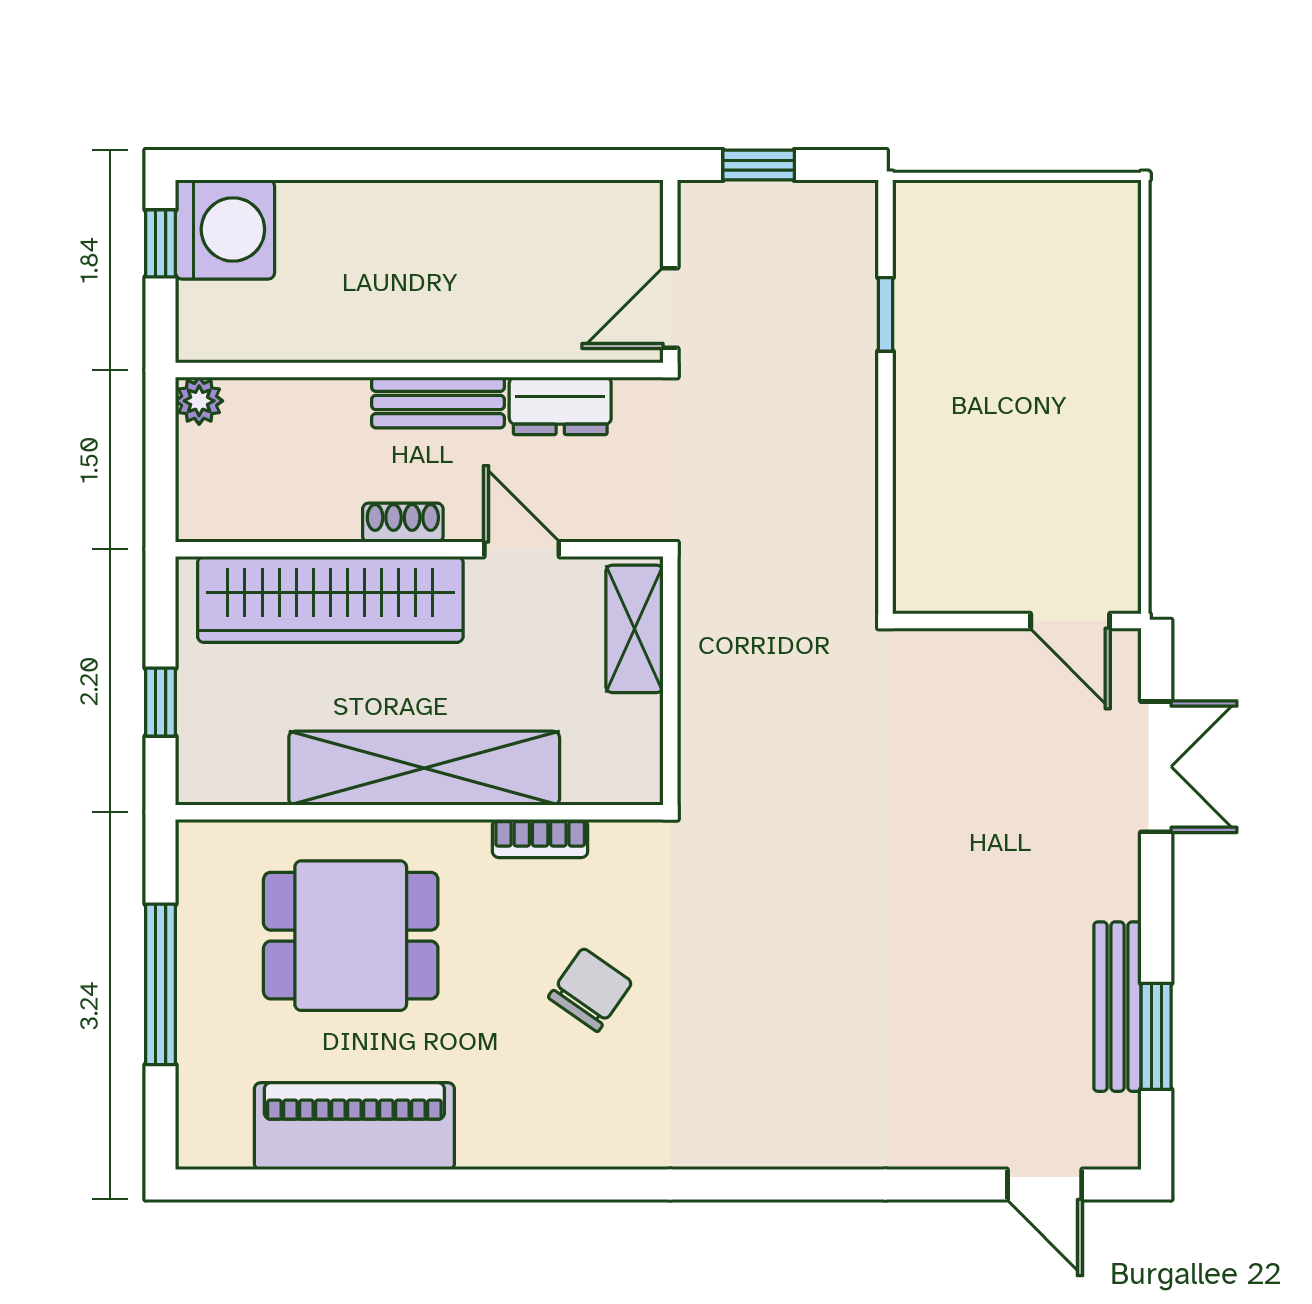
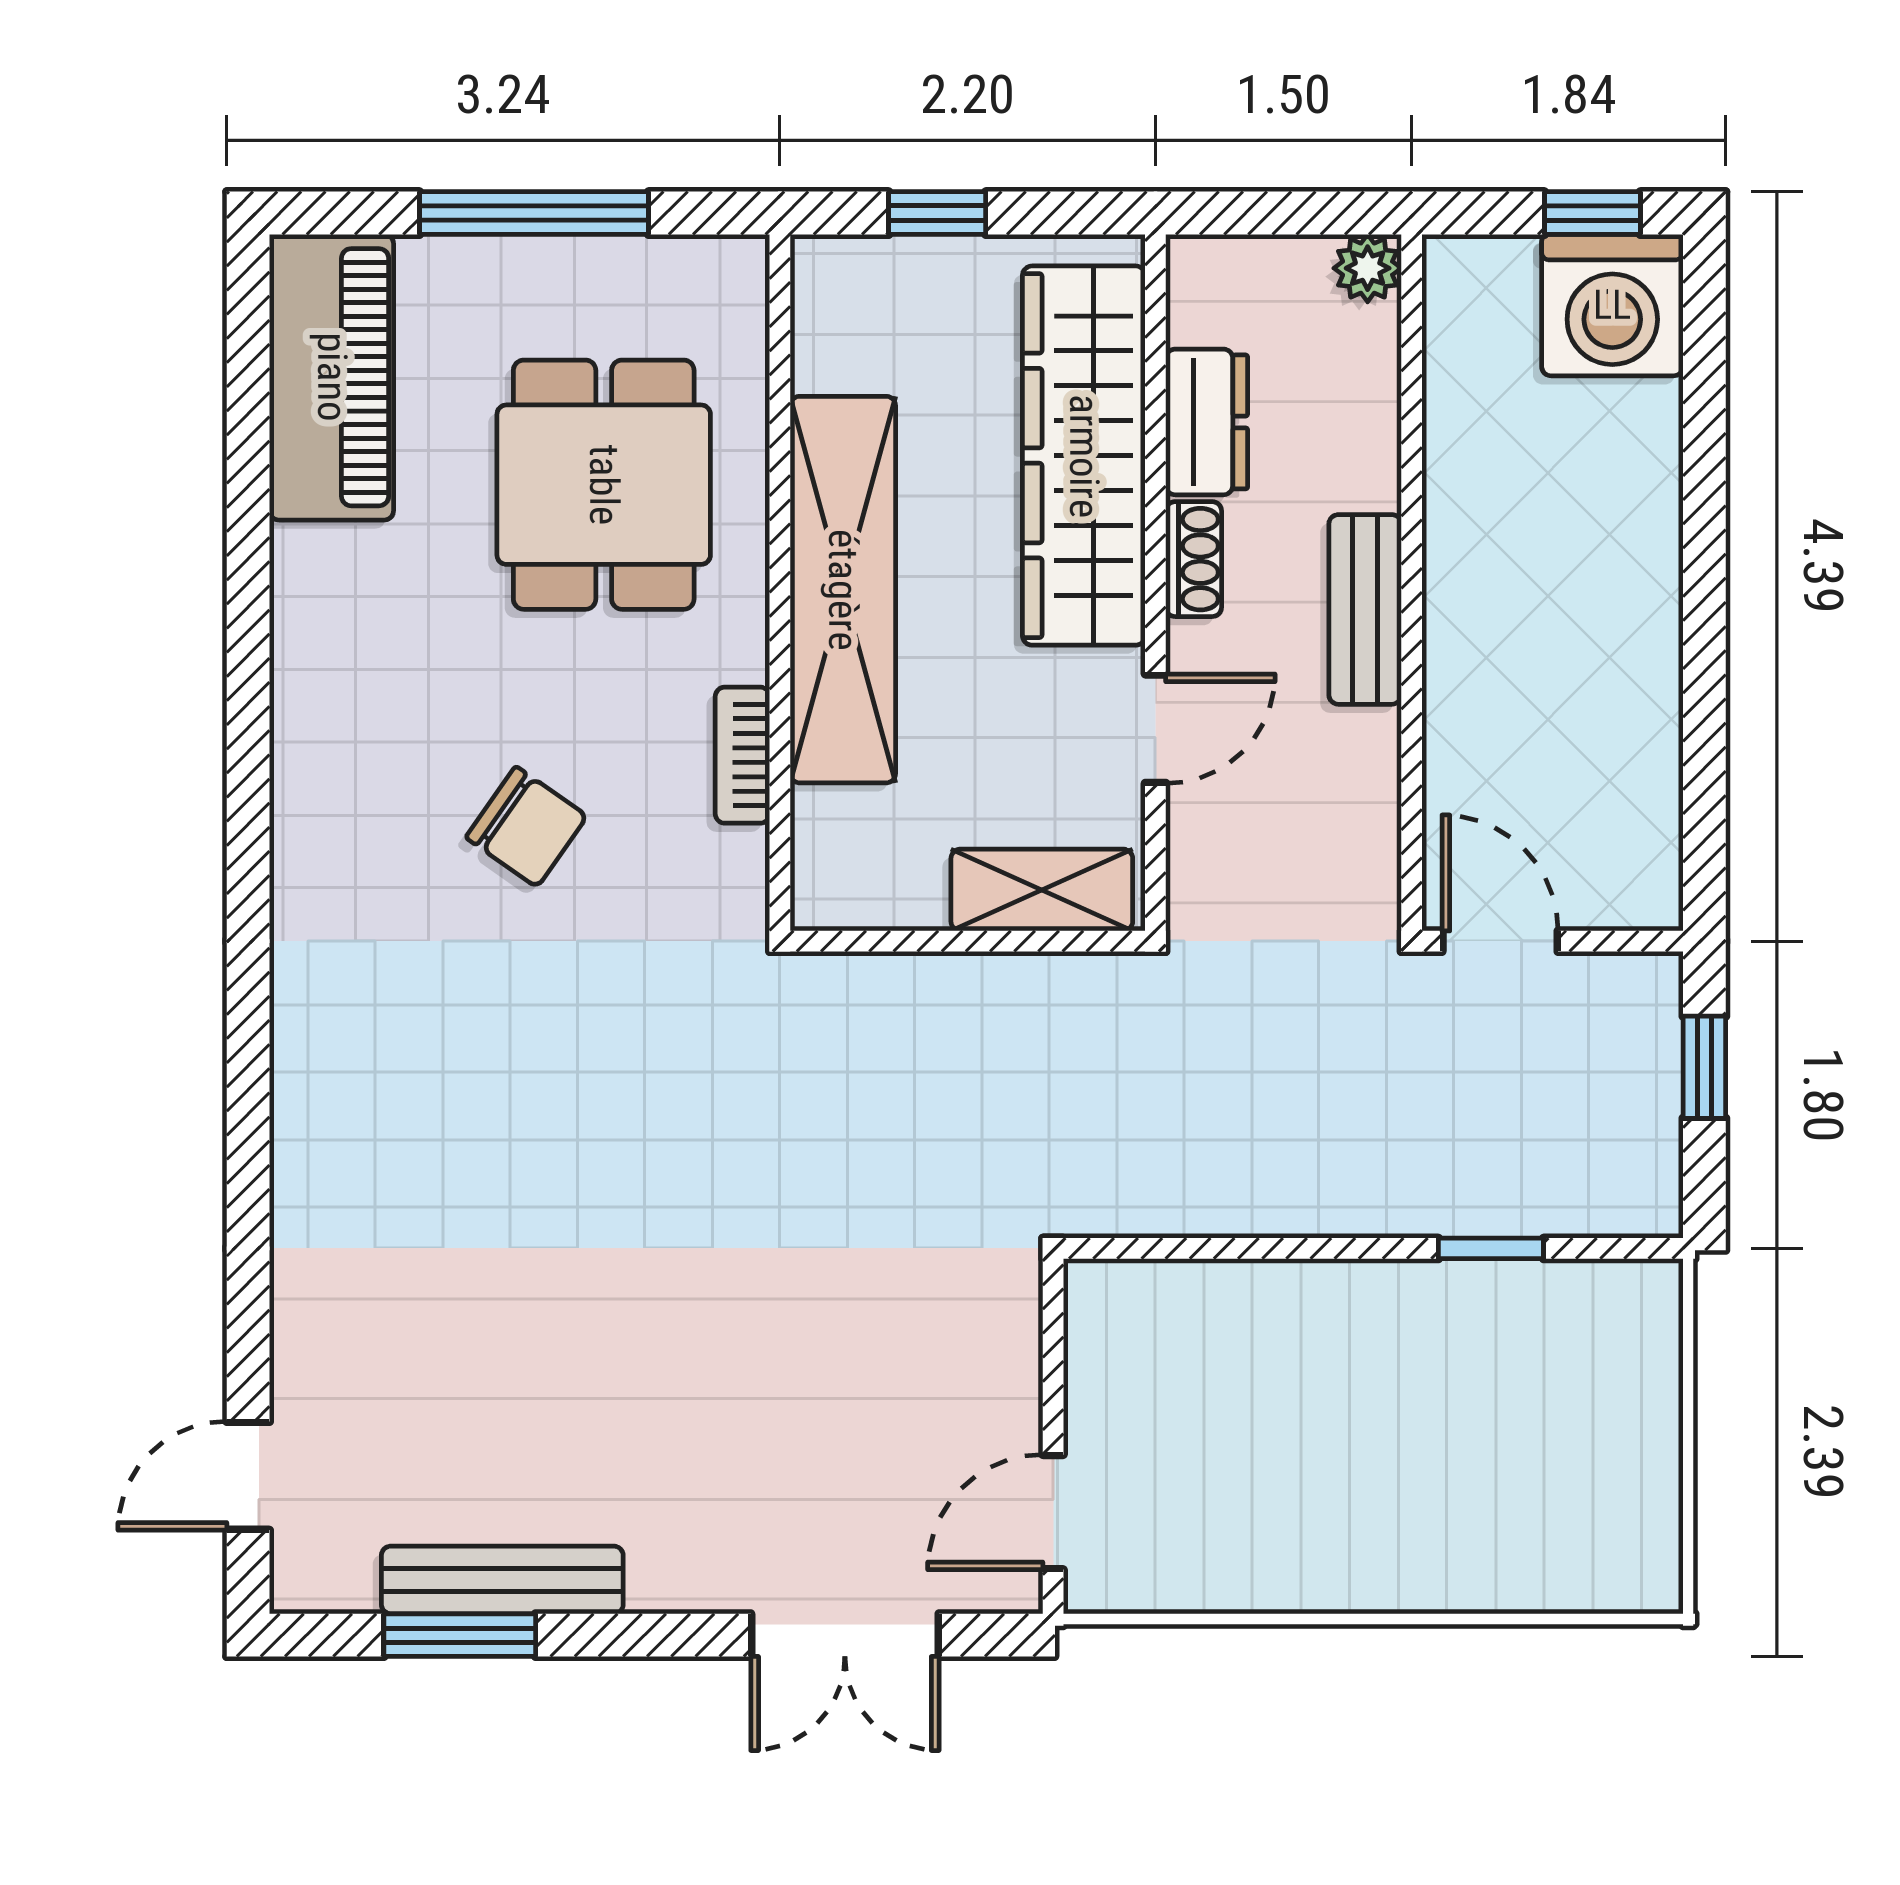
dresser: (560, 406) -> (1207, 422), moved, turned 180
piano: (354, 1126) -> (332, 377), moved

